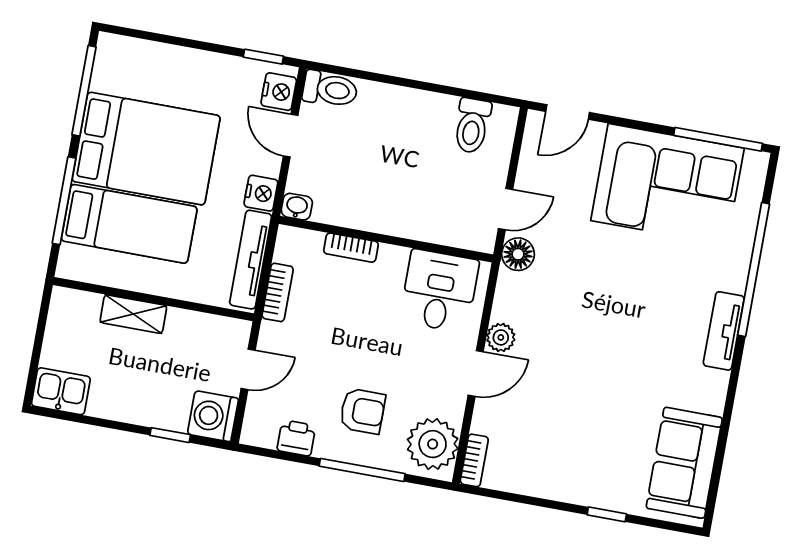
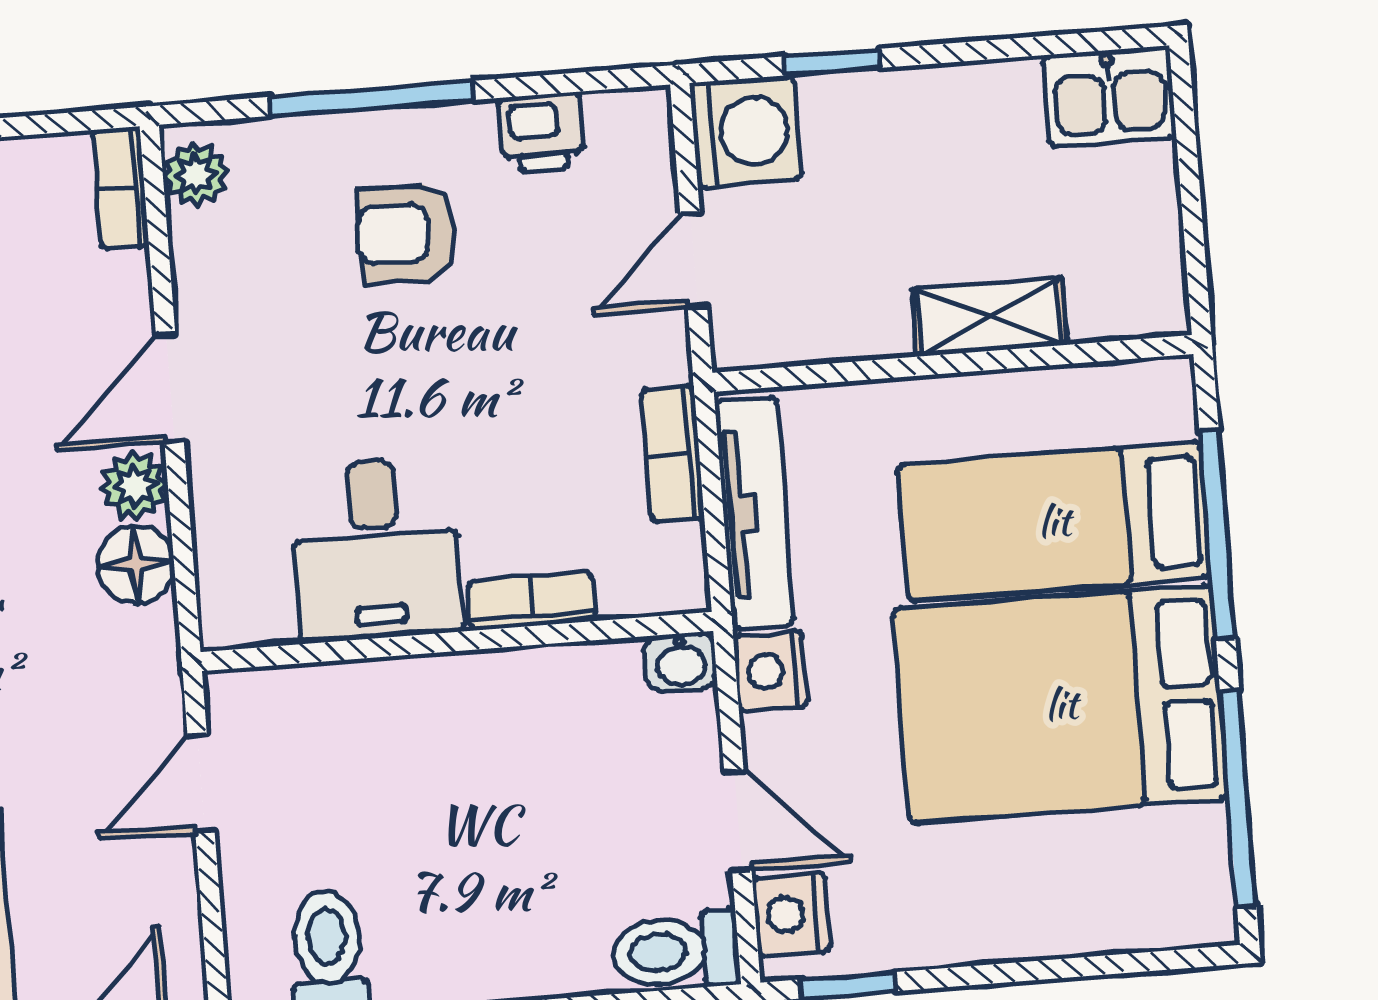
floor lamp: (518, 254) -> (136, 565), moved
desk: (439, 291) -> (376, 550), moved
plant: (433, 444) -> (195, 174), width x0.53, depth x0.53

